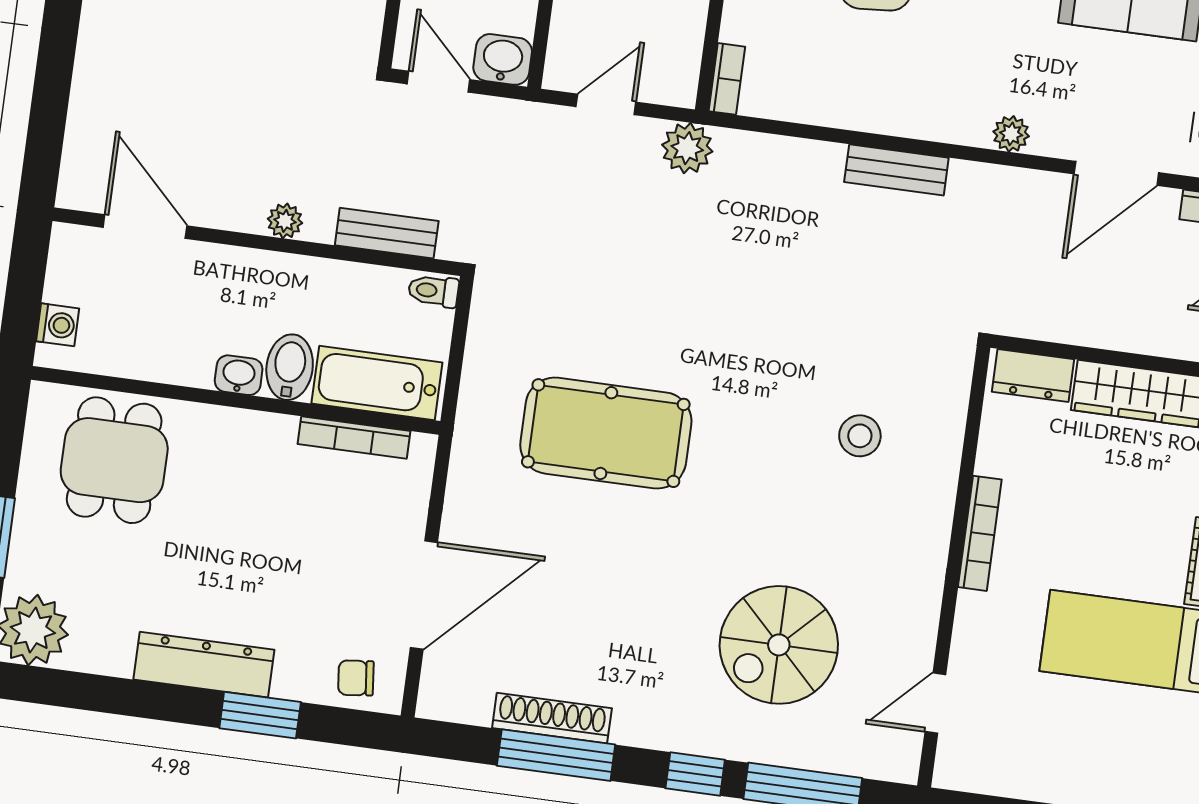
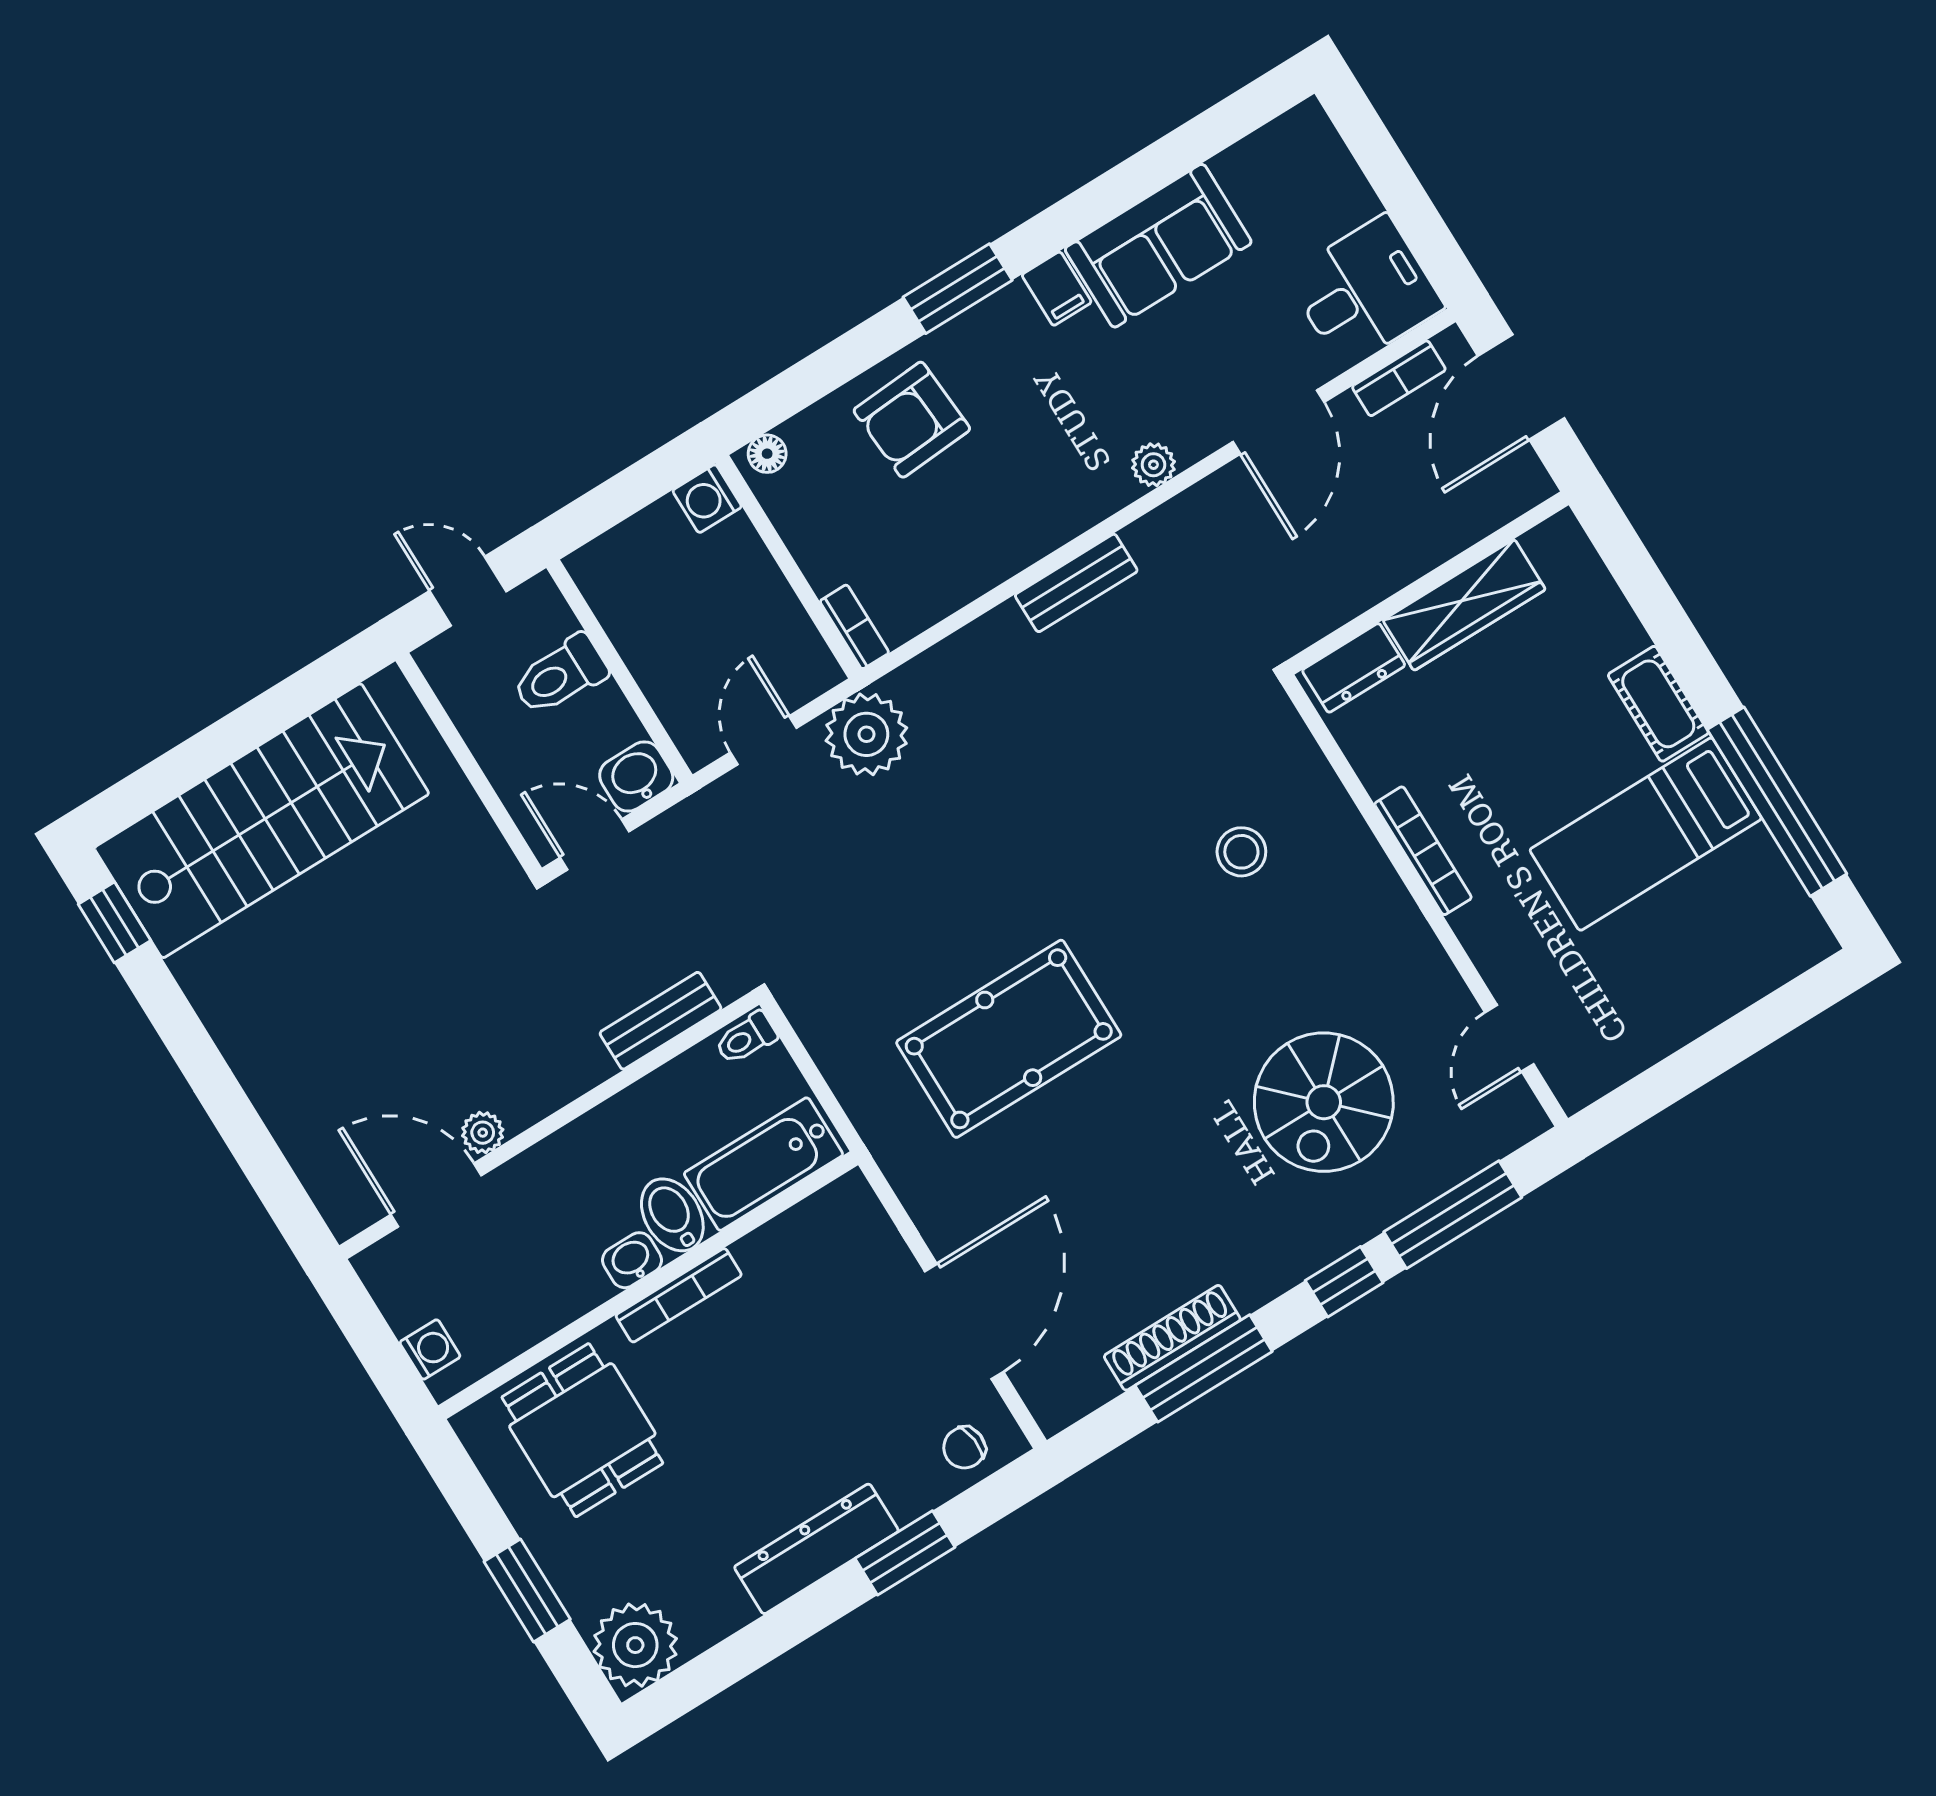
plant: (687, 148) -> (866, 734), width x1.36, depth x1.36
plant: (285, 221) -> (483, 1133), moved
bookcase: (354, 437) -> (679, 1295), moved

